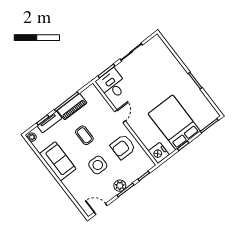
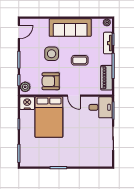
piano: (72, 107) -> (106, 78), moved
bed: (174, 122) -> (49, 117), moved, turned 90
armchair: (123, 147) -> (51, 81), turned -90
sofa: (58, 161) -> (70, 28), width x1.36
plant: (120, 186) -> (25, 87), moved

